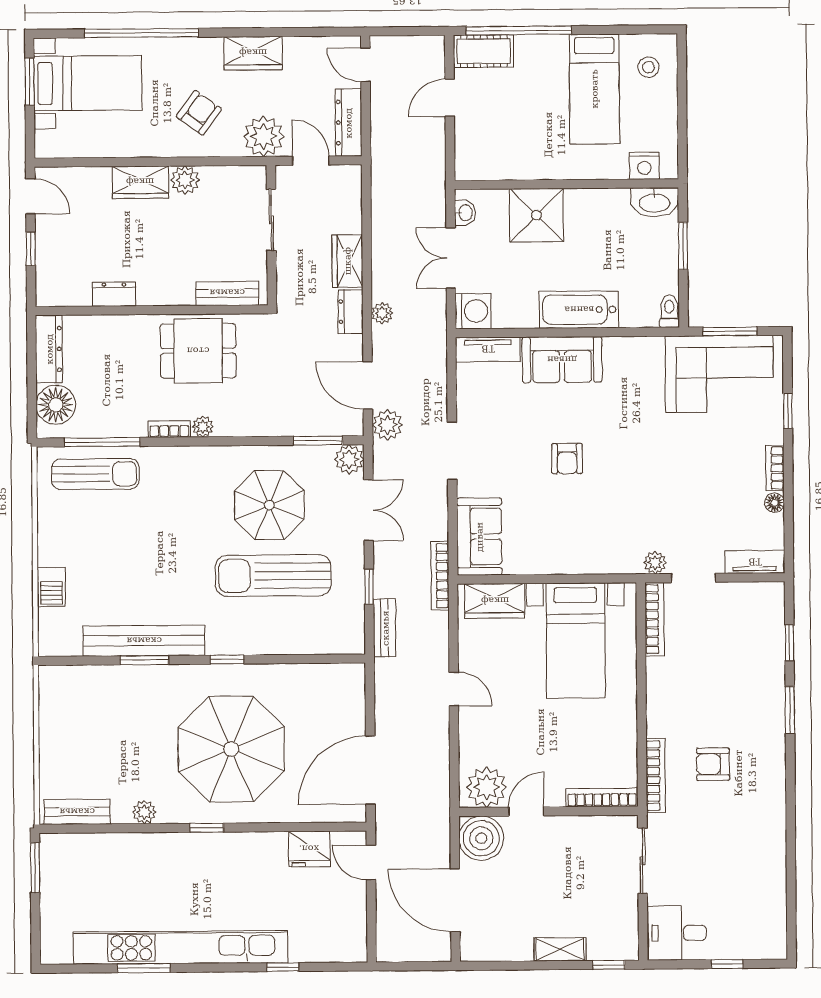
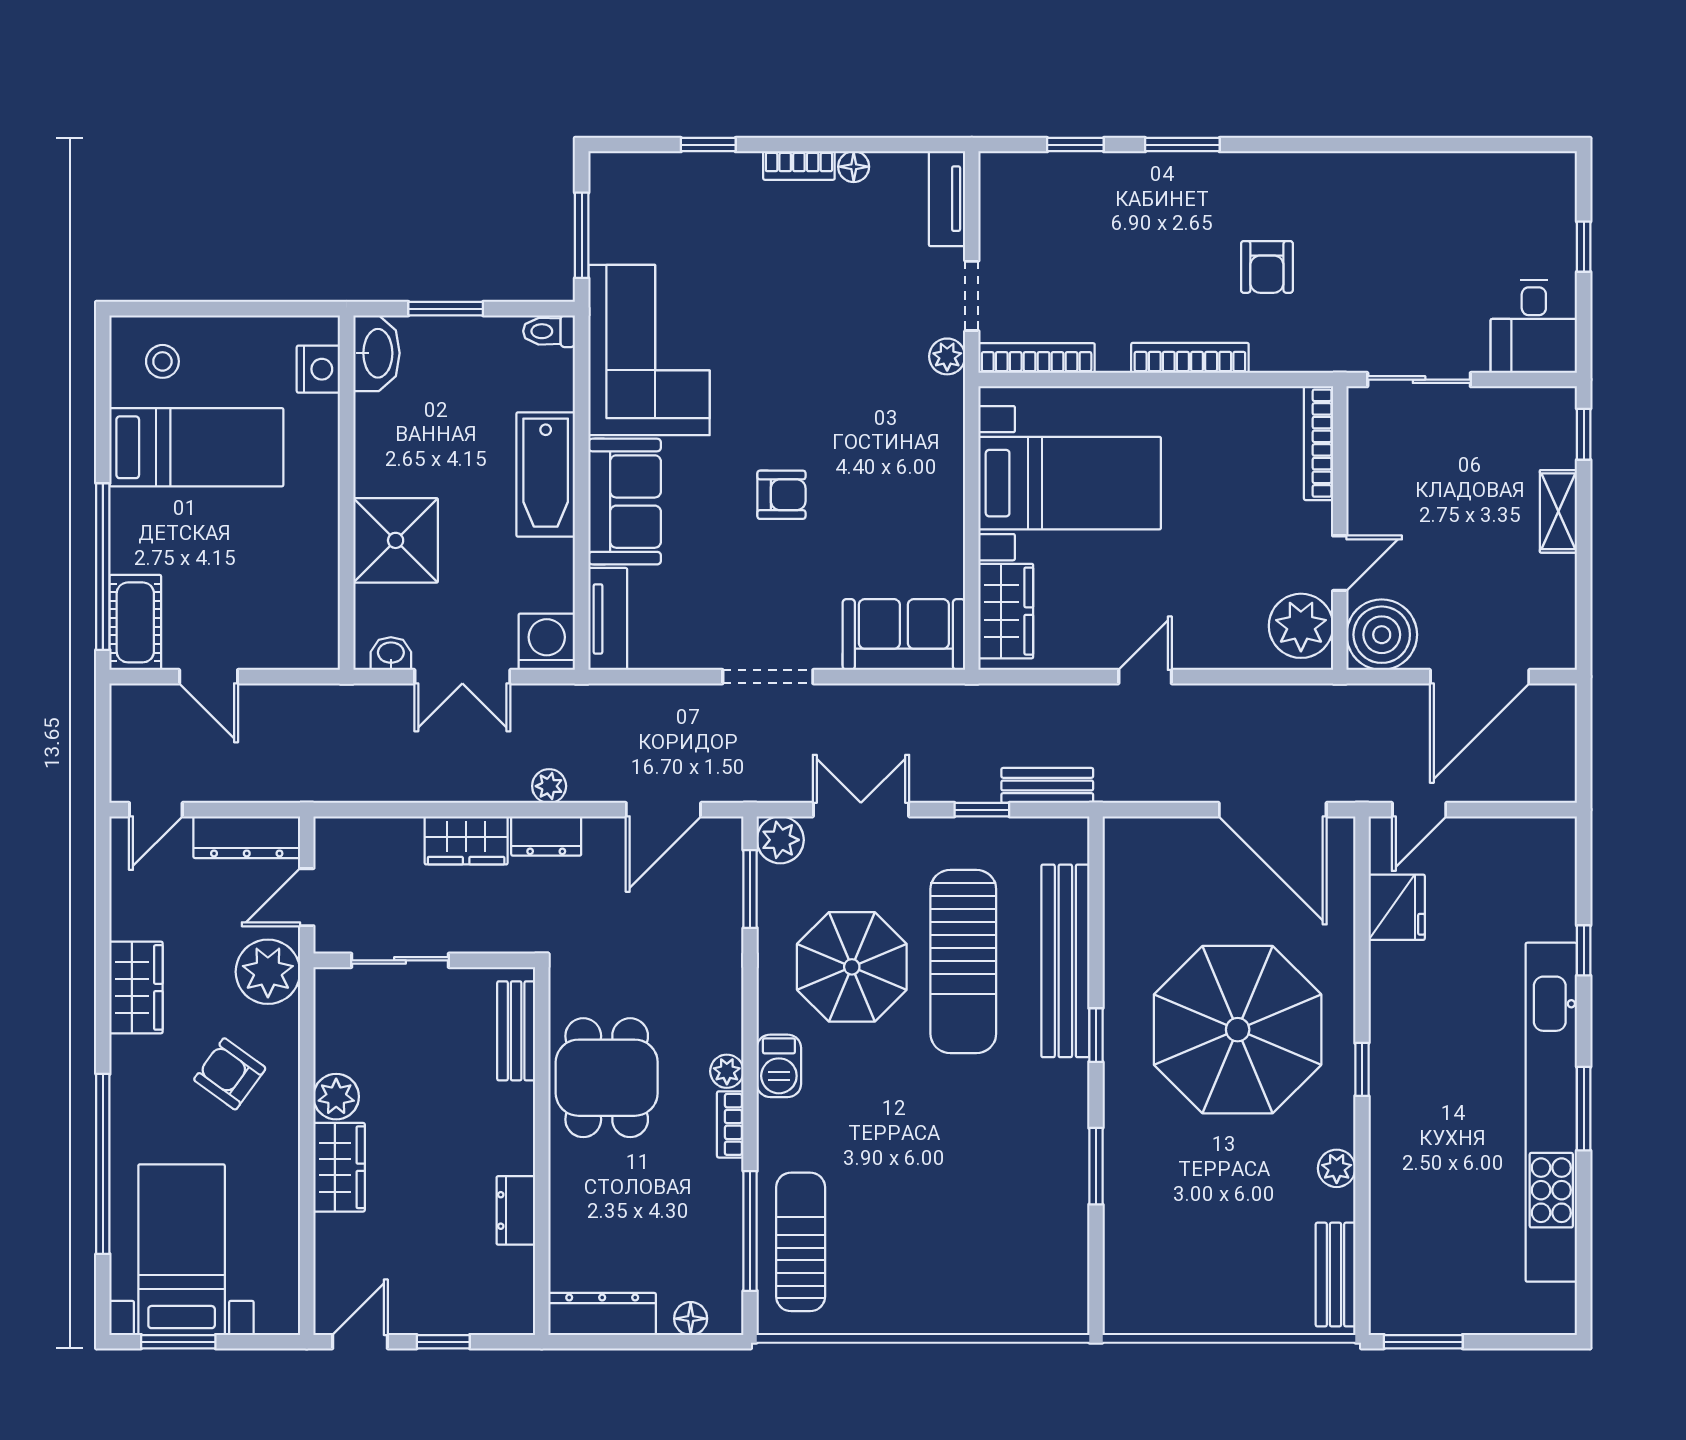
corner sofa: (719, 374) -> (649, 350), moved
floor lamp: (56, 405) -> (691, 1319), width x0.53, depth x0.53
plant: (387, 425) -> (726, 779), removed
bookcase: (440, 576) -> (966, 697), removed
barbecue: (51, 587) -> (779, 1066), moved, turned 90
bench: (144, 641) -> (1065, 961), moved
bookcase: (656, 776) -> (1190, 358), moved
door: (526, 811) -> (1340, 563), swing flipped
window: (144, 968) -> (1584, 1109), moved

